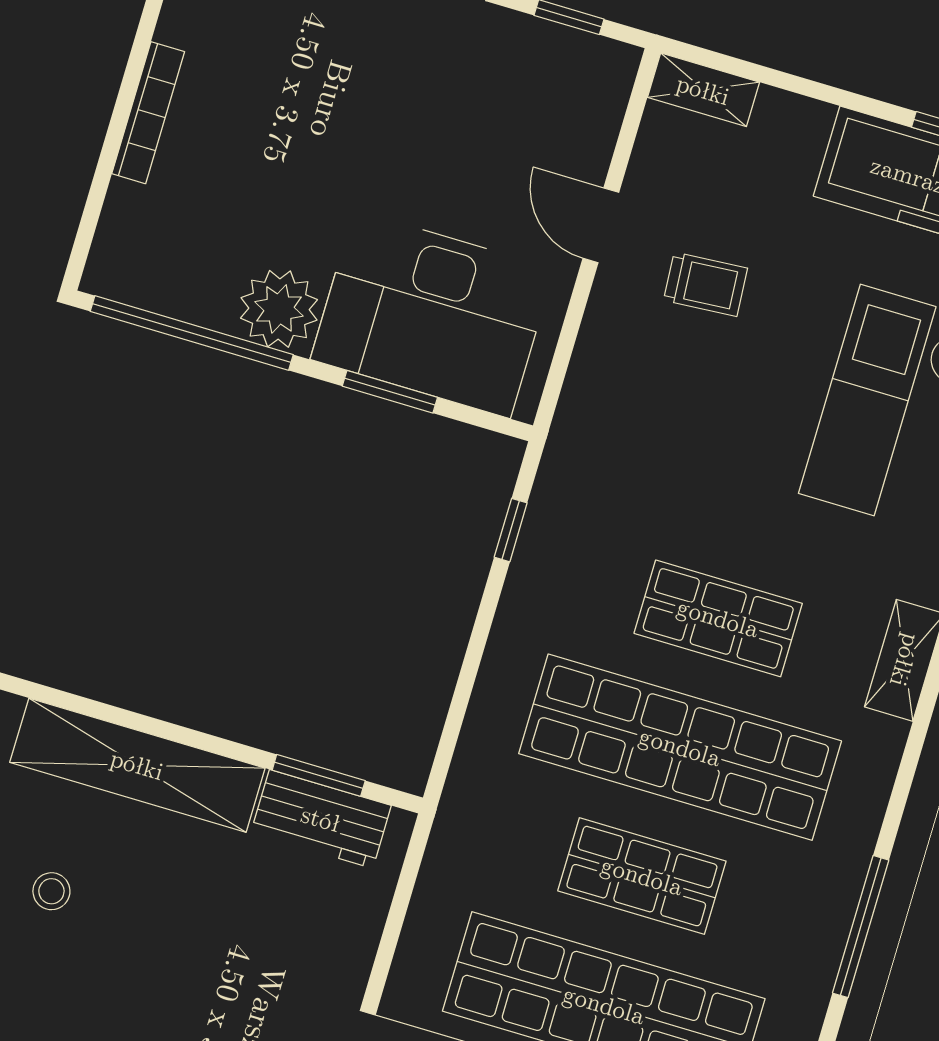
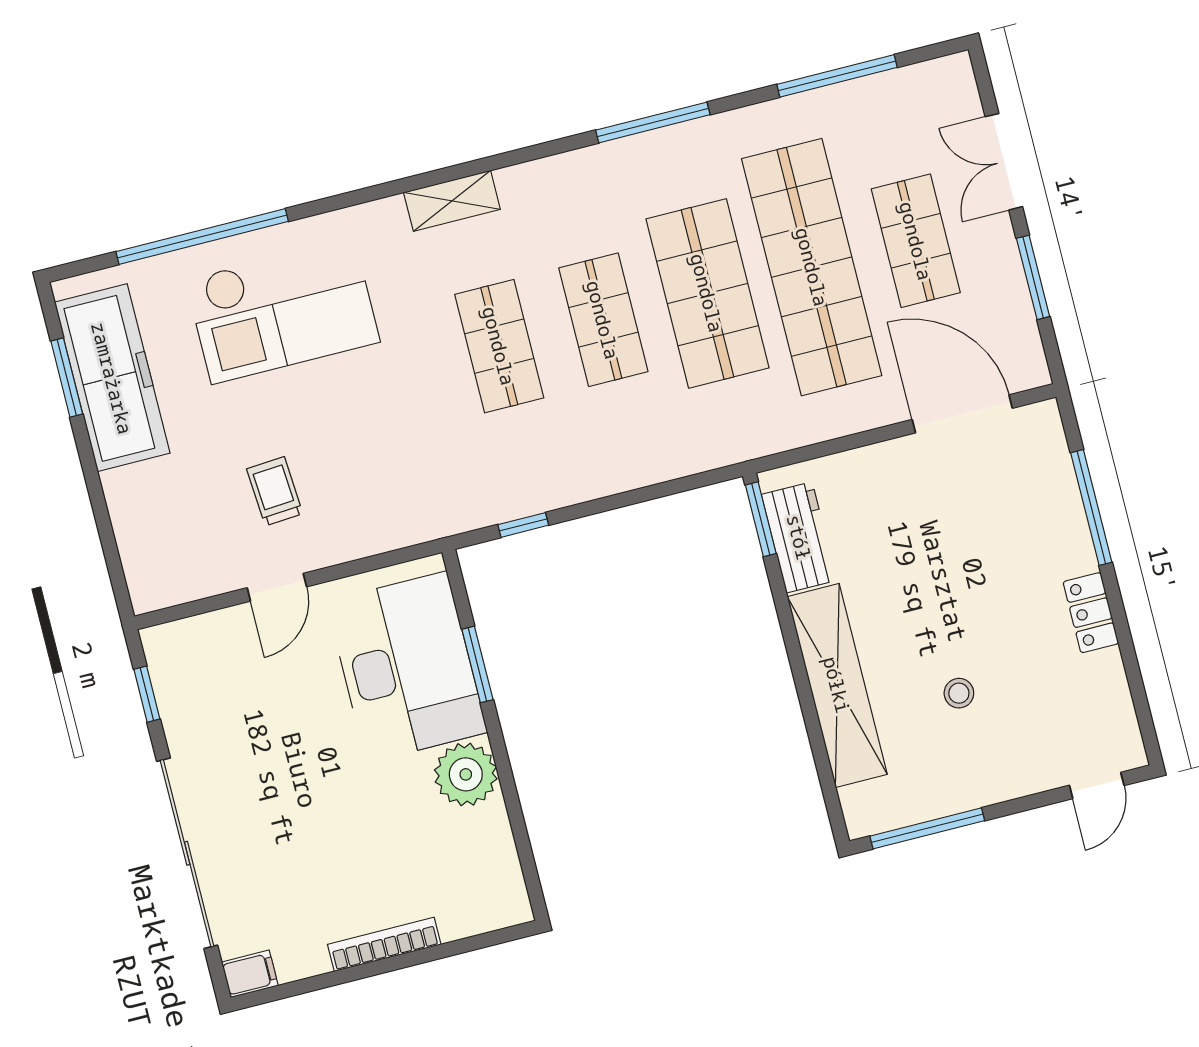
shelving: (703, 90) -> (142, 572), removed
window: (192, 333) -> (518, 825), removed
shop shelf: (680, 747) -> (603, 320), width x0.50, depth x0.74
window: (319, 775) -> (761, 519), moved
shop shelf: (642, 876) -> (707, 293), width x1.43, depth x1.36

